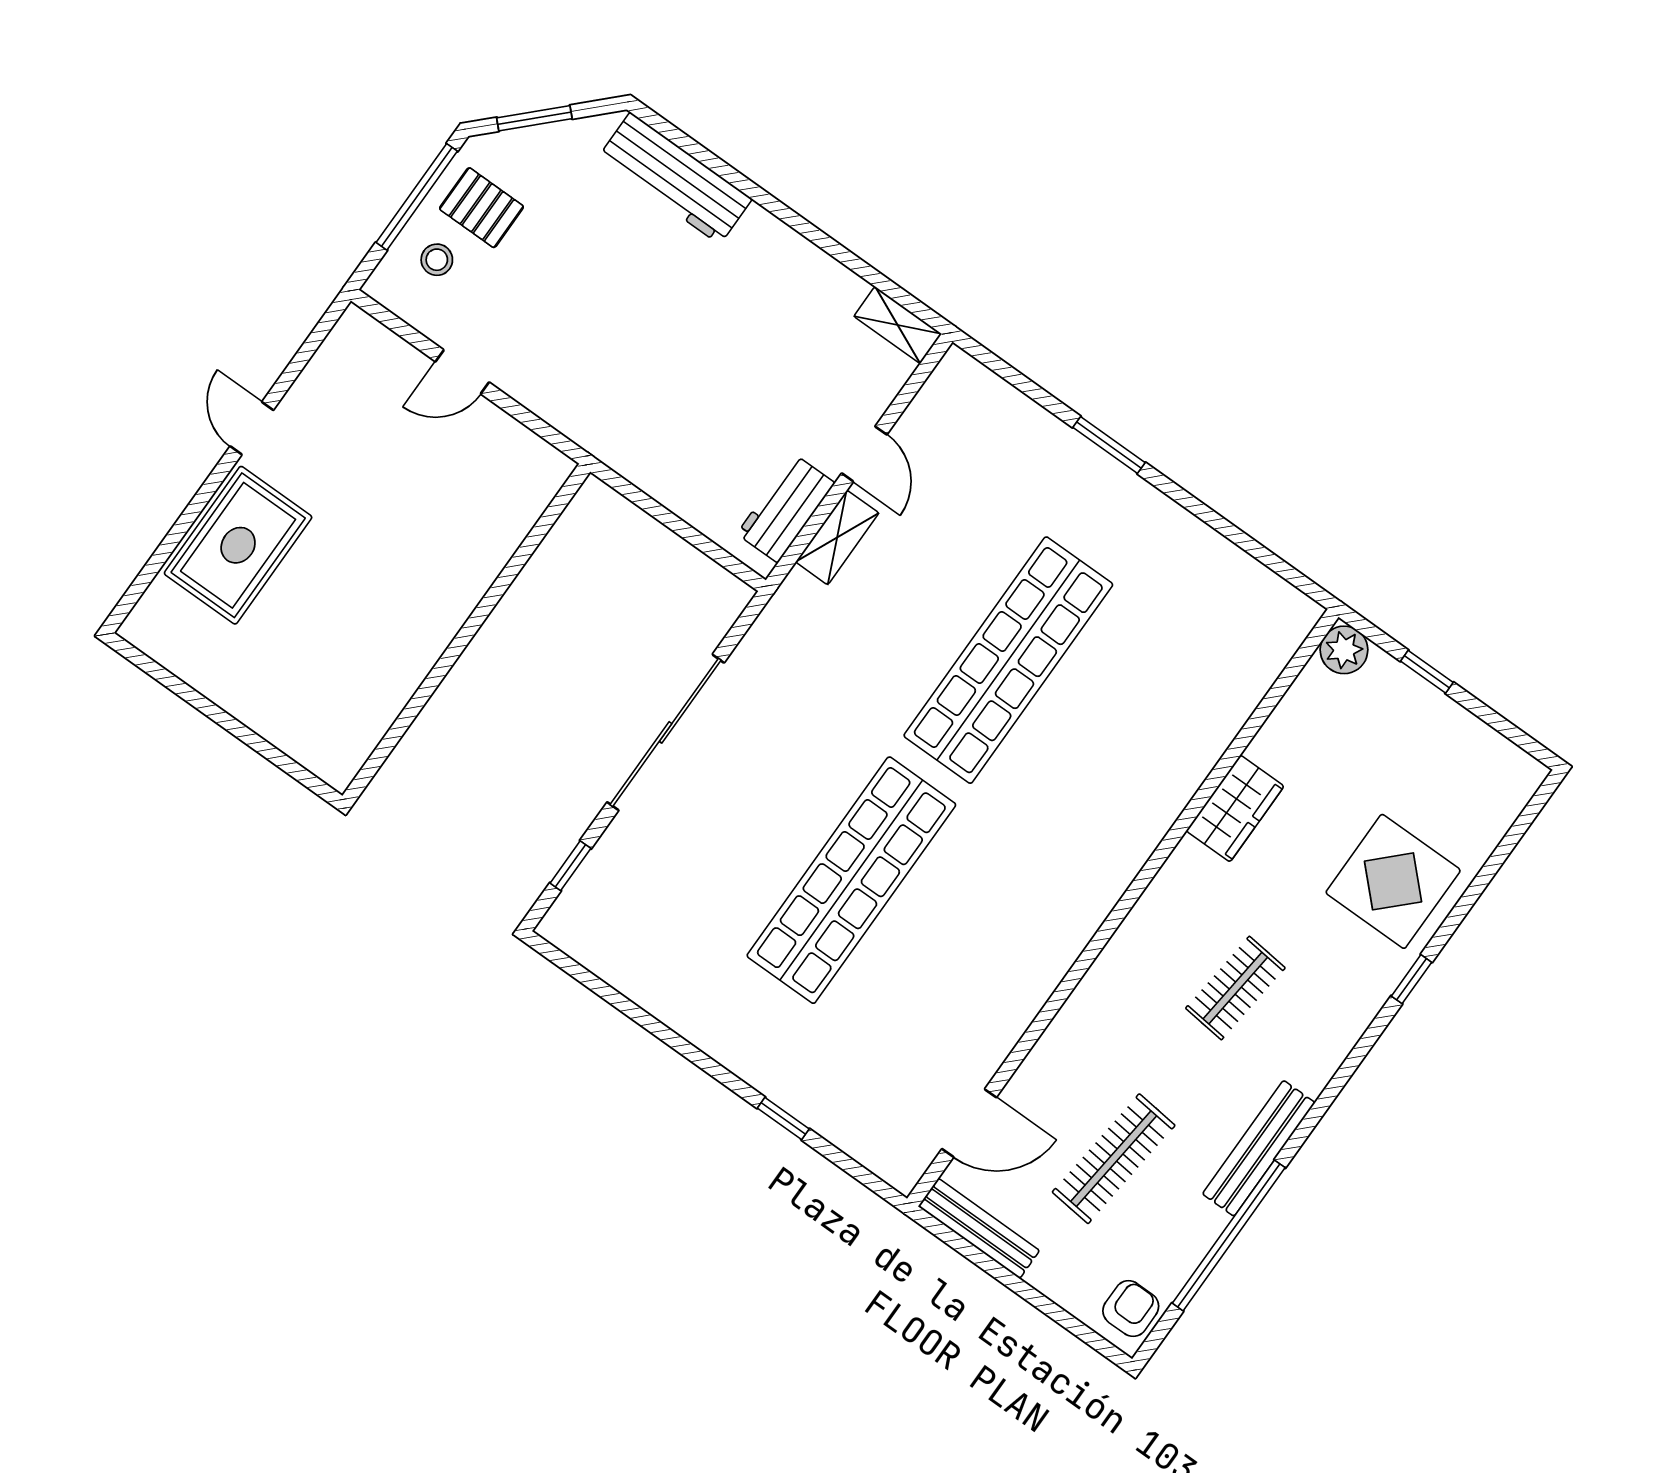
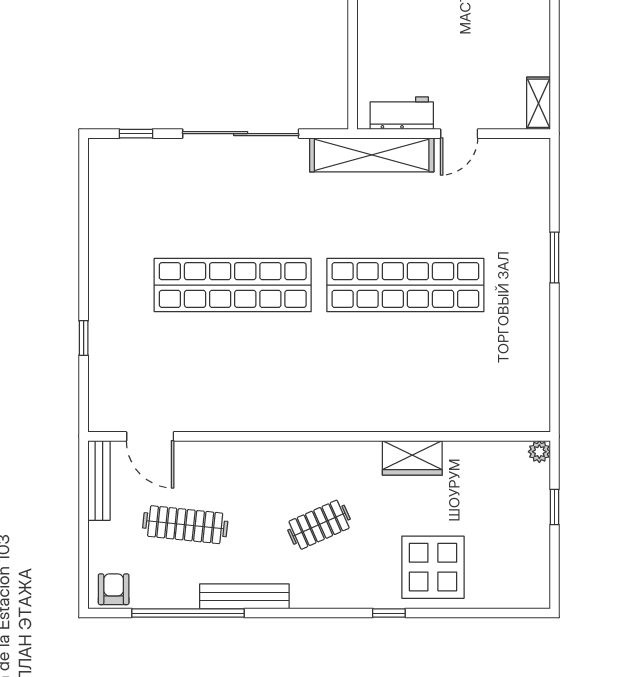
shelving: (837, 537) -> (372, 155), width x2.20, depth x1.33
plant: (1344, 650) -> (539, 452), width x0.73, depth x0.73
clothes rail: (1235, 988) -> (319, 525), turned -30
armchair: (1131, 1309) -> (114, 589), turned -90

